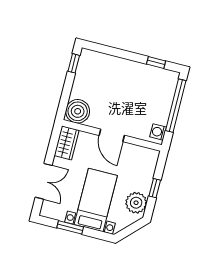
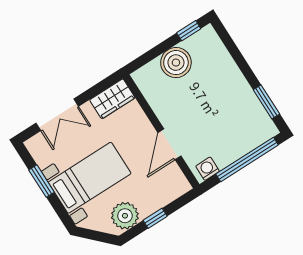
window: (156, 62) -> (266, 102), width x1.50
boiler: (78, 111) -> (176, 63), moved
door: (112, 135) -> (170, 144), moved

